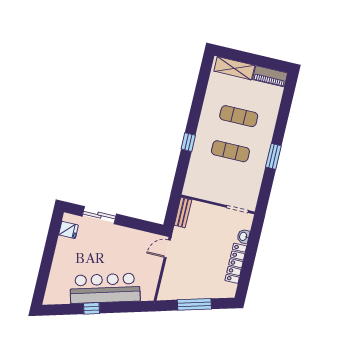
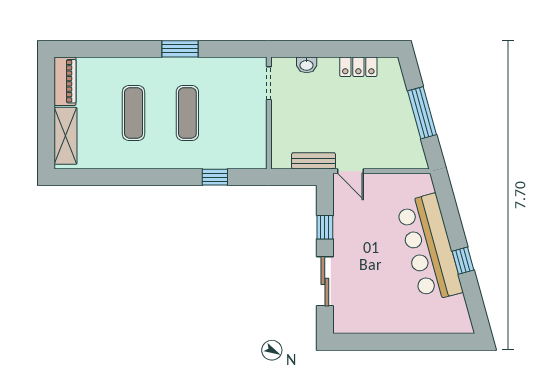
window: (188, 142) -> (215, 177), moved
bench: (183, 213) -> (314, 161), moved
window: (135, 223) -> (325, 227), added
fridge: (68, 230) -> (357, 321), removed
locker: (236, 263) -> (358, 67), width x0.66

